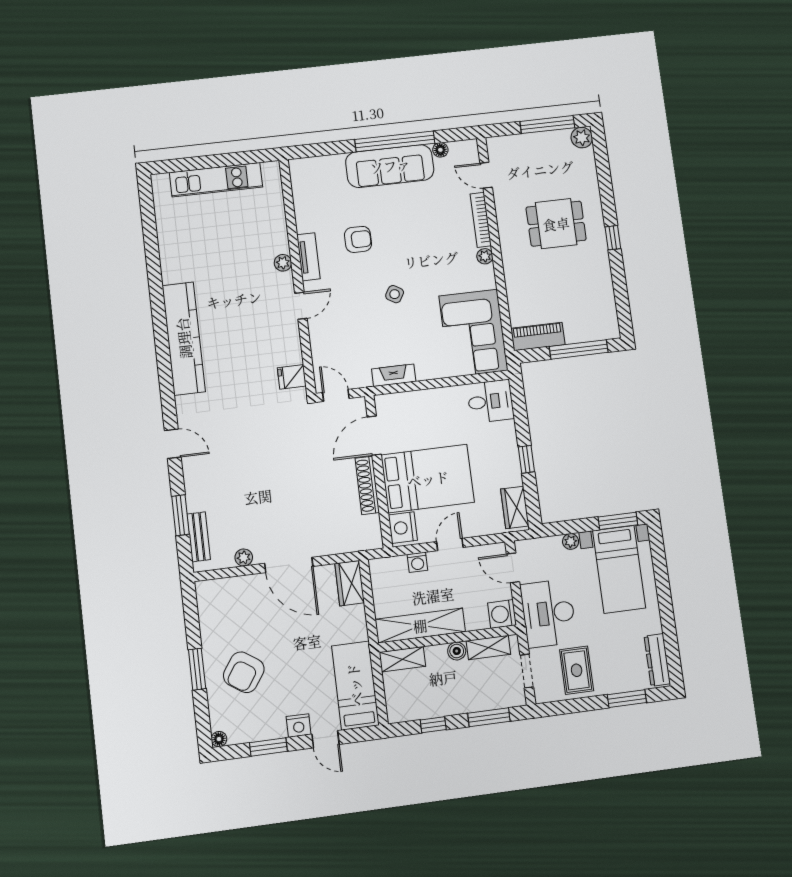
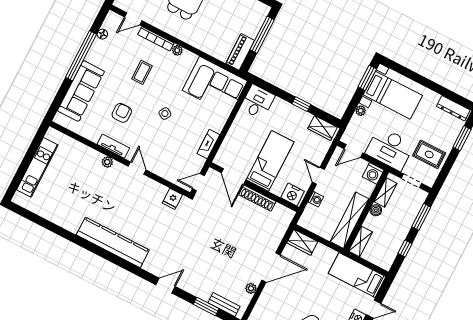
sofa: (390, 166) -> (81, 91), moved
coffee table: (427, 231) -> (142, 72), added
bed: (428, 479) -> (270, 161), width x0.67

